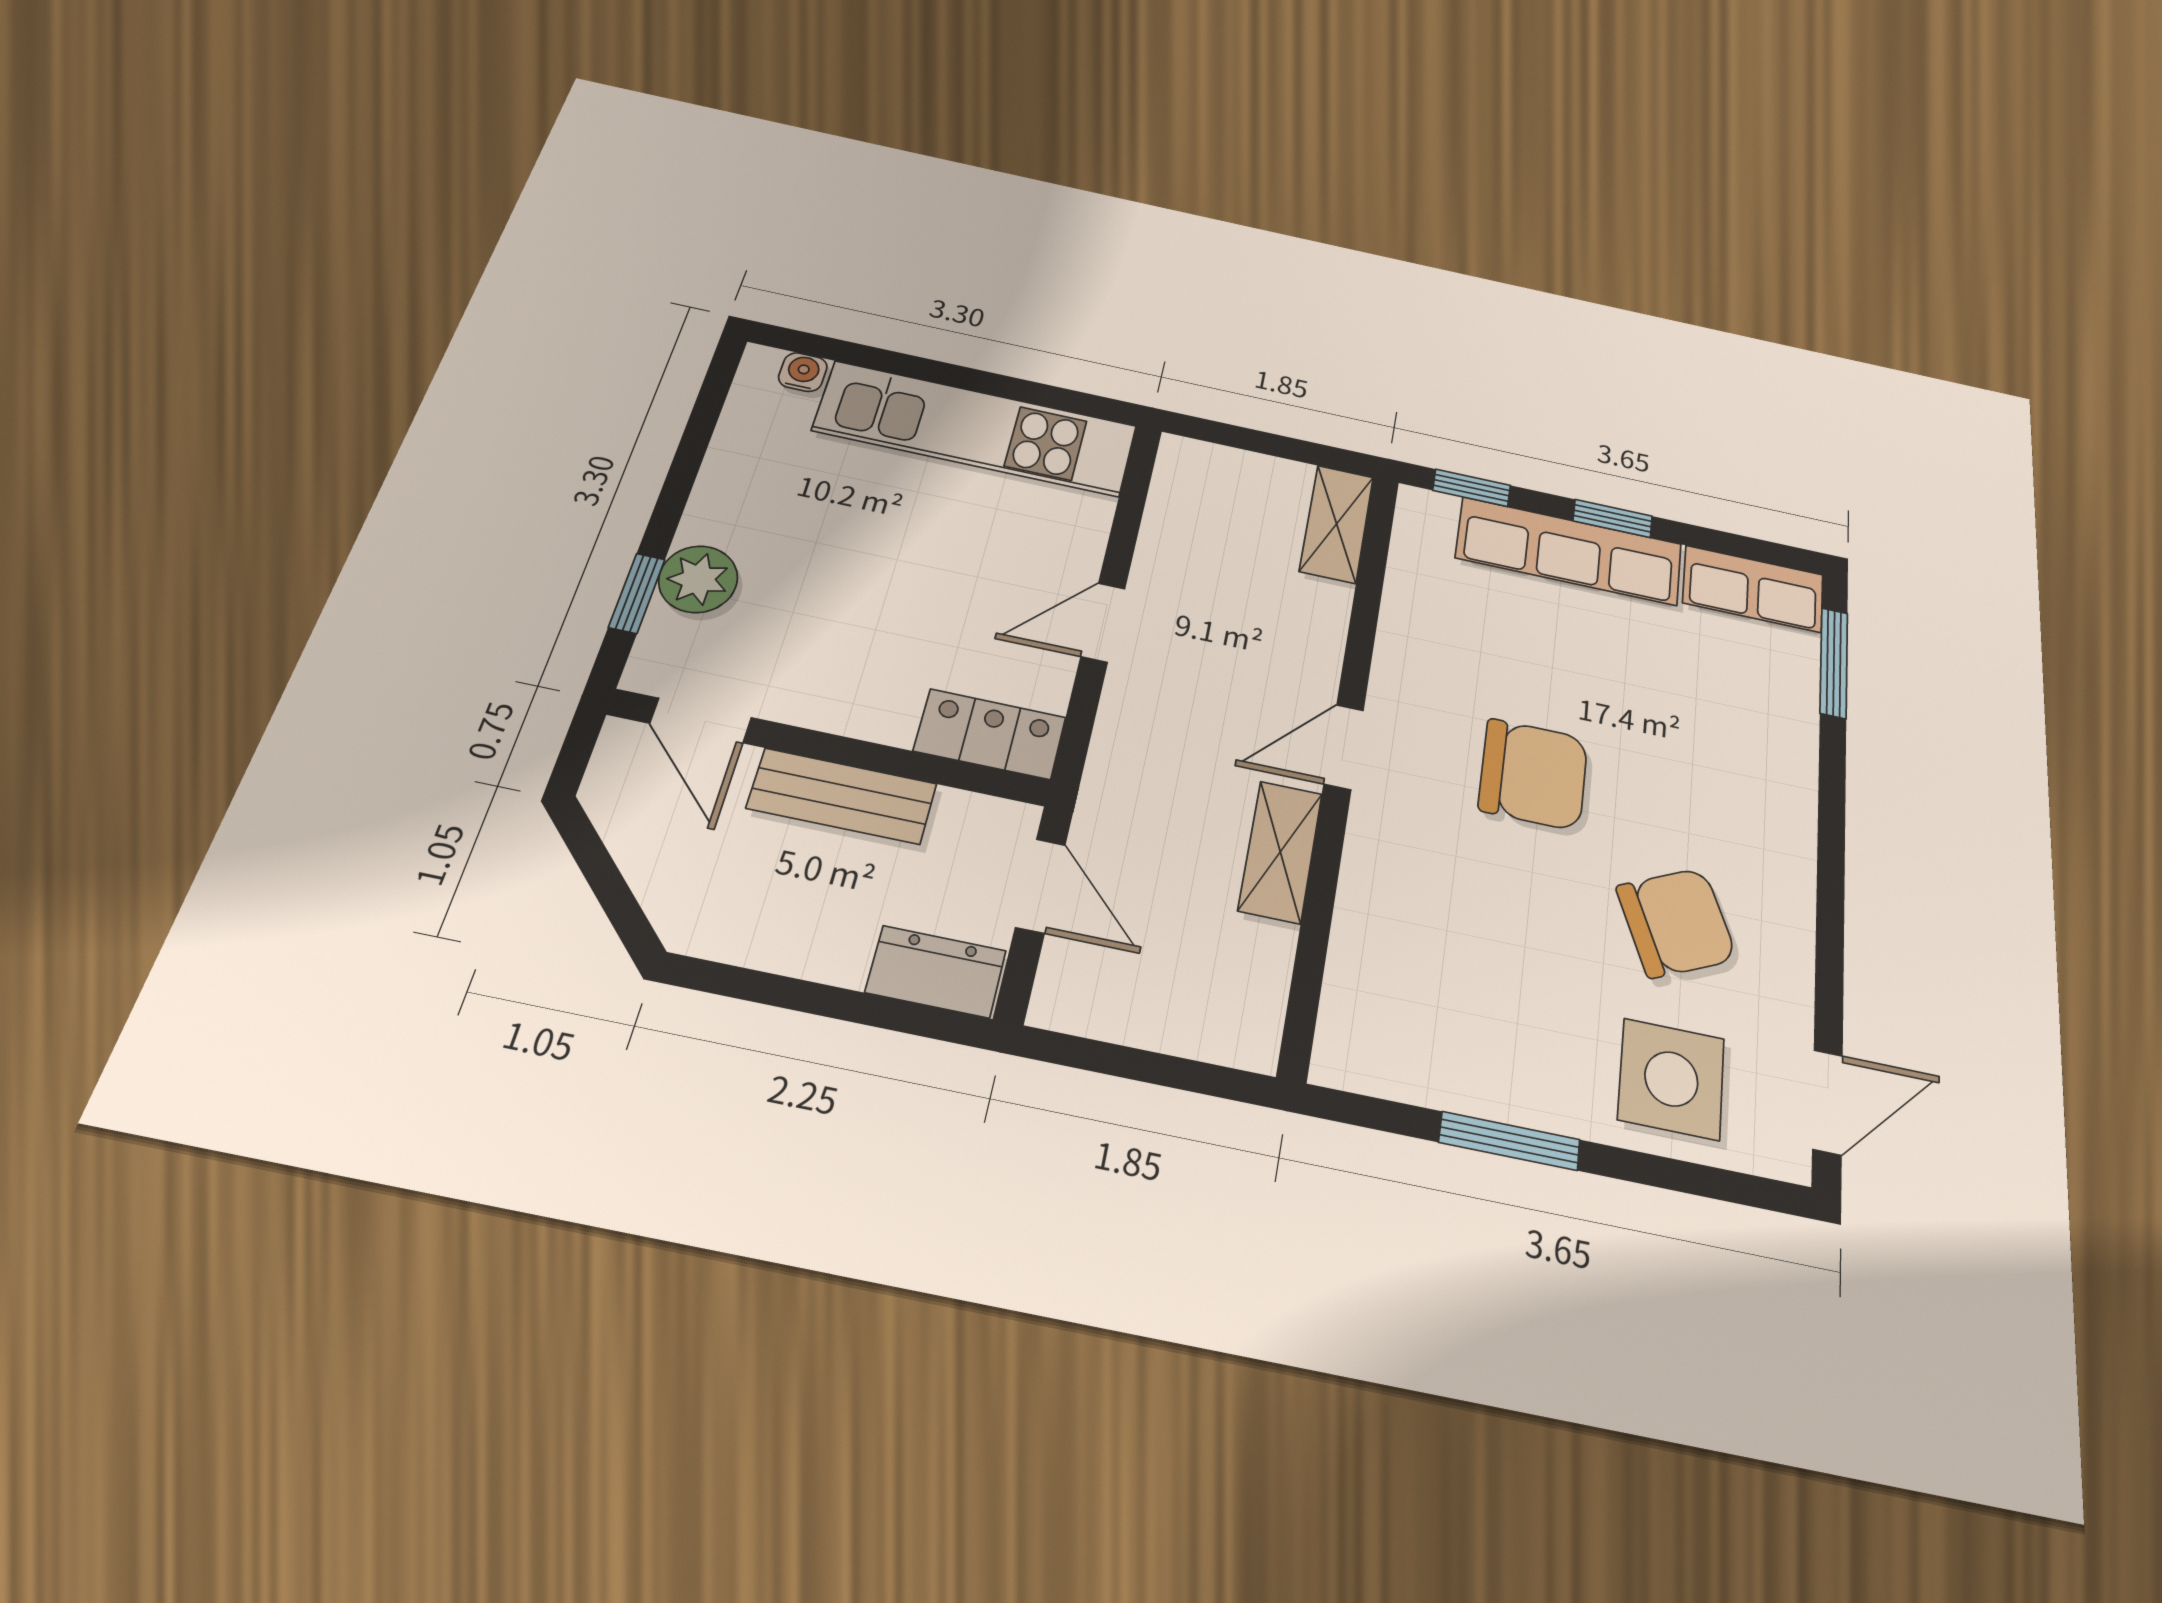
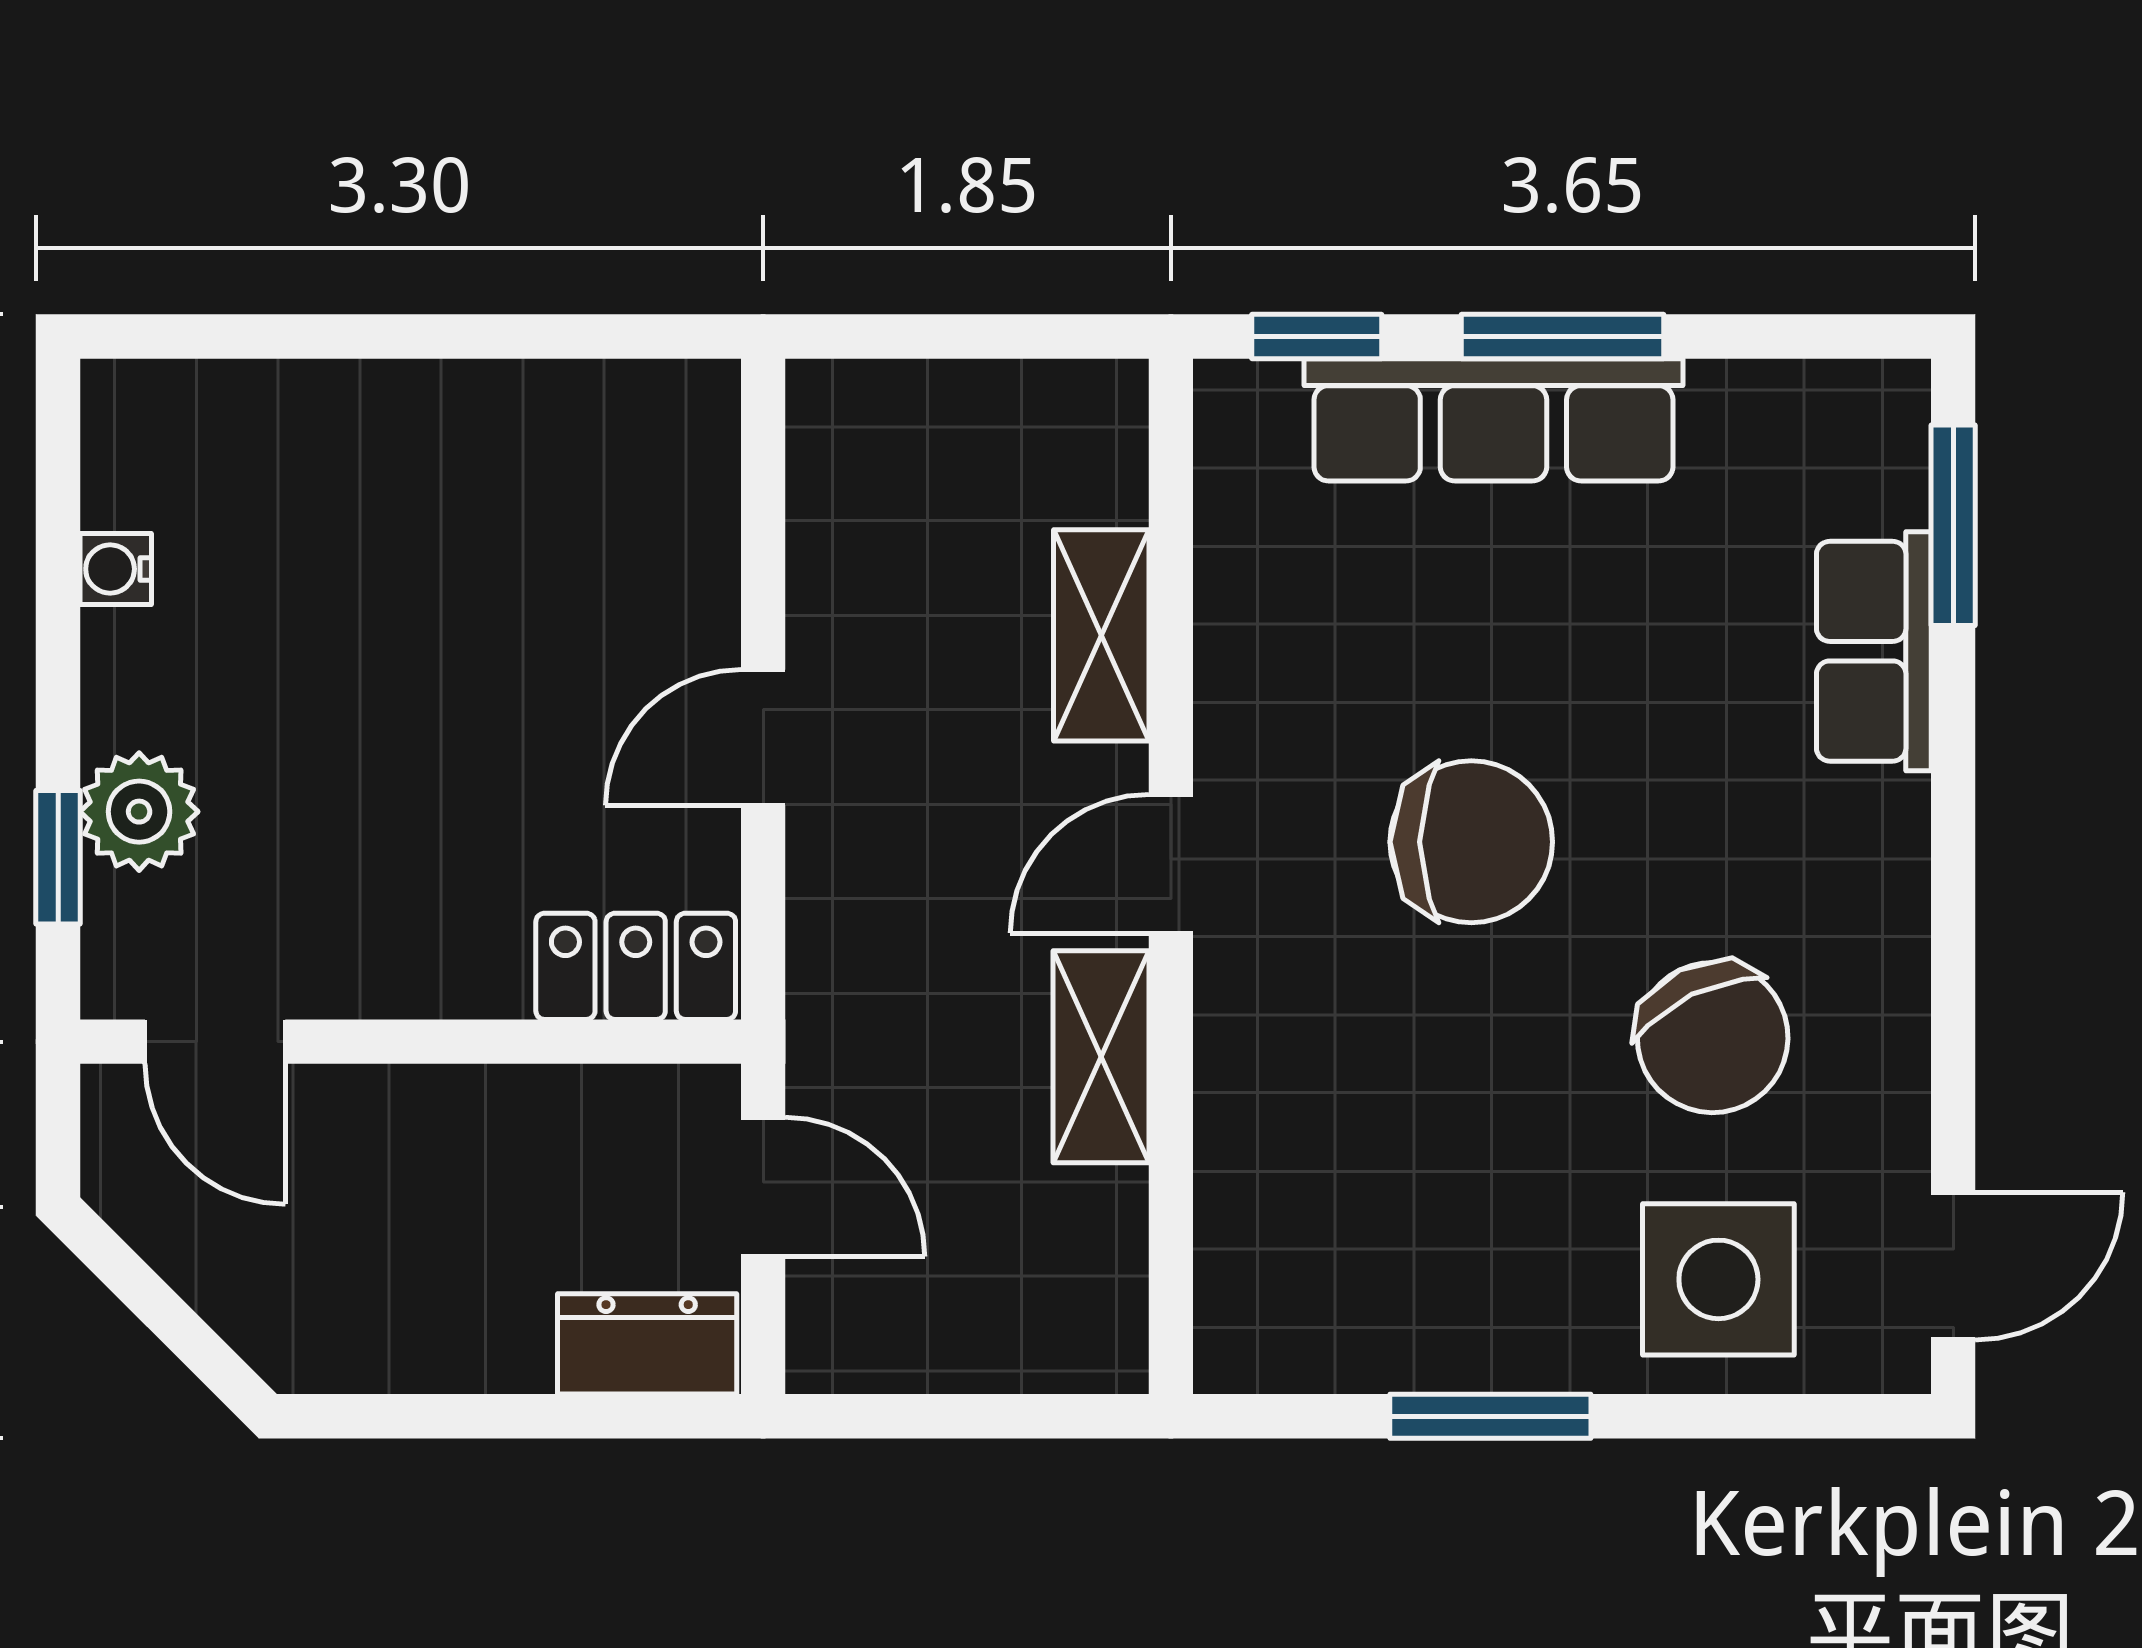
water cooler: (803, 372) -> (116, 569), moved, turned -90
kitchen unit: (976, 428) -> (485, 431), removed
window: (1613, 518) -> (1563, 337), width x1.50
shelving: (1337, 524) -> (1101, 635), moved
row of seats: (1753, 589) -> (1874, 651), moved, turned 90
bench: (842, 796) -> (448, 1113), removed
chair: (1676, 923) -> (1713, 1038), turned 88

